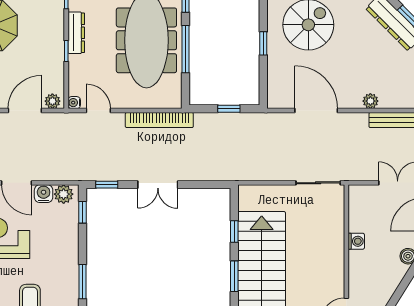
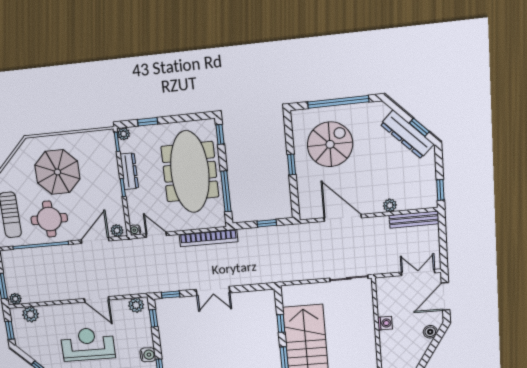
window: (186, 49) -> (226, 191), moved
water cooler: (44, 194) -> (148, 355), moved, turned 90

